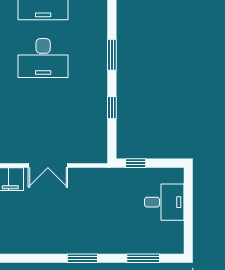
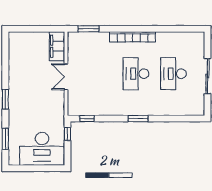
window: (112, 108) -> (87, 119), moved
desk: (164, 202) -> (42, 149), width x1.87, depth x1.30

